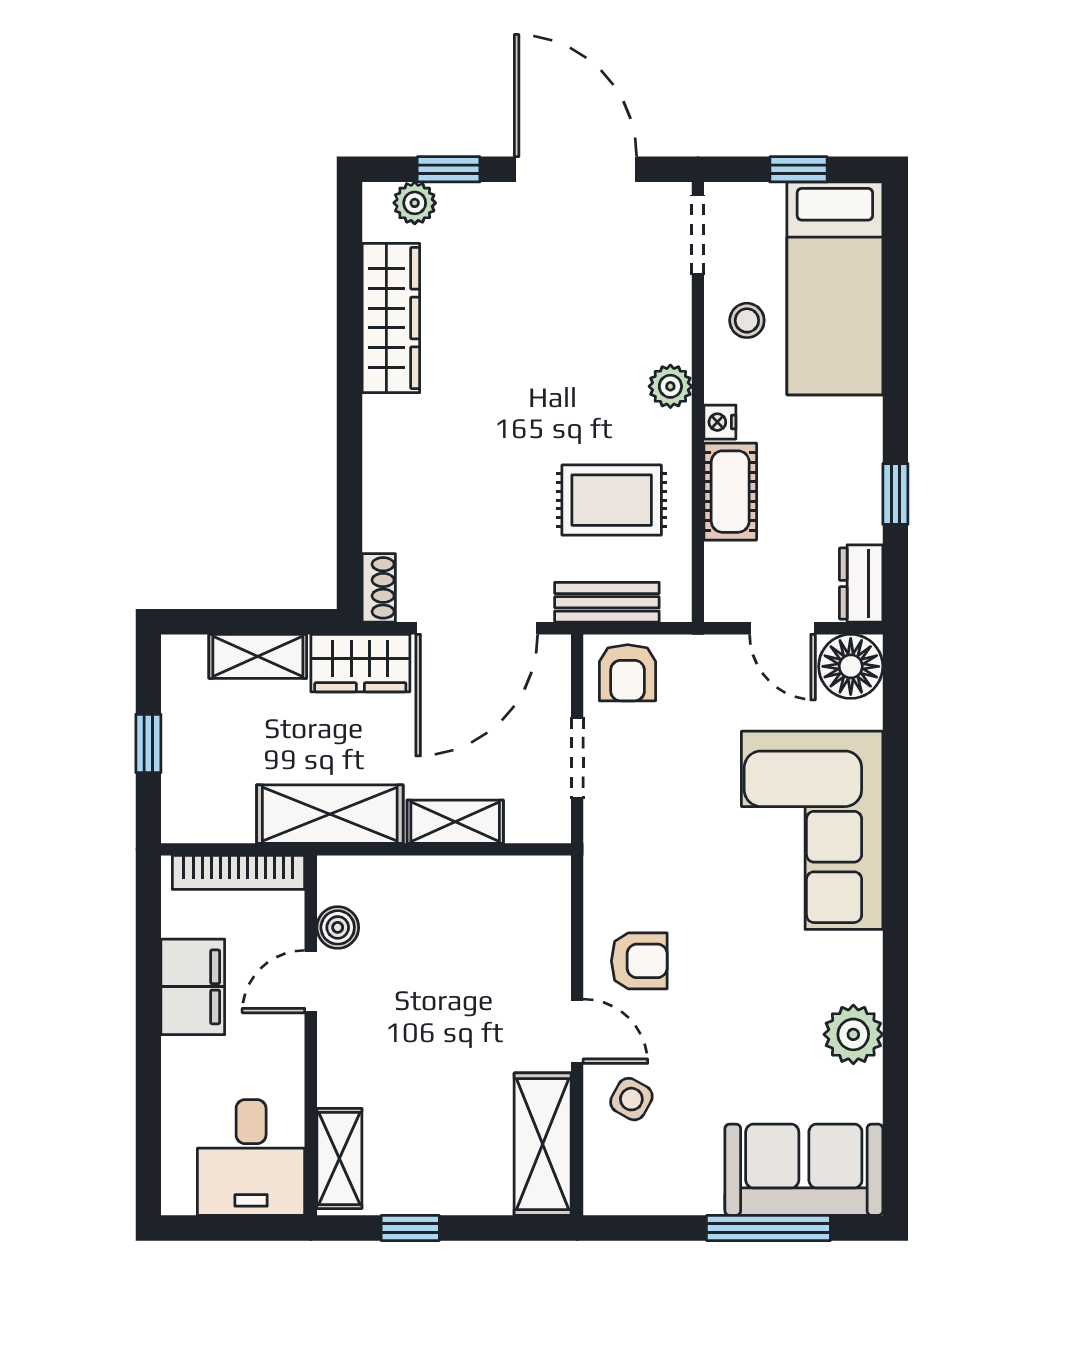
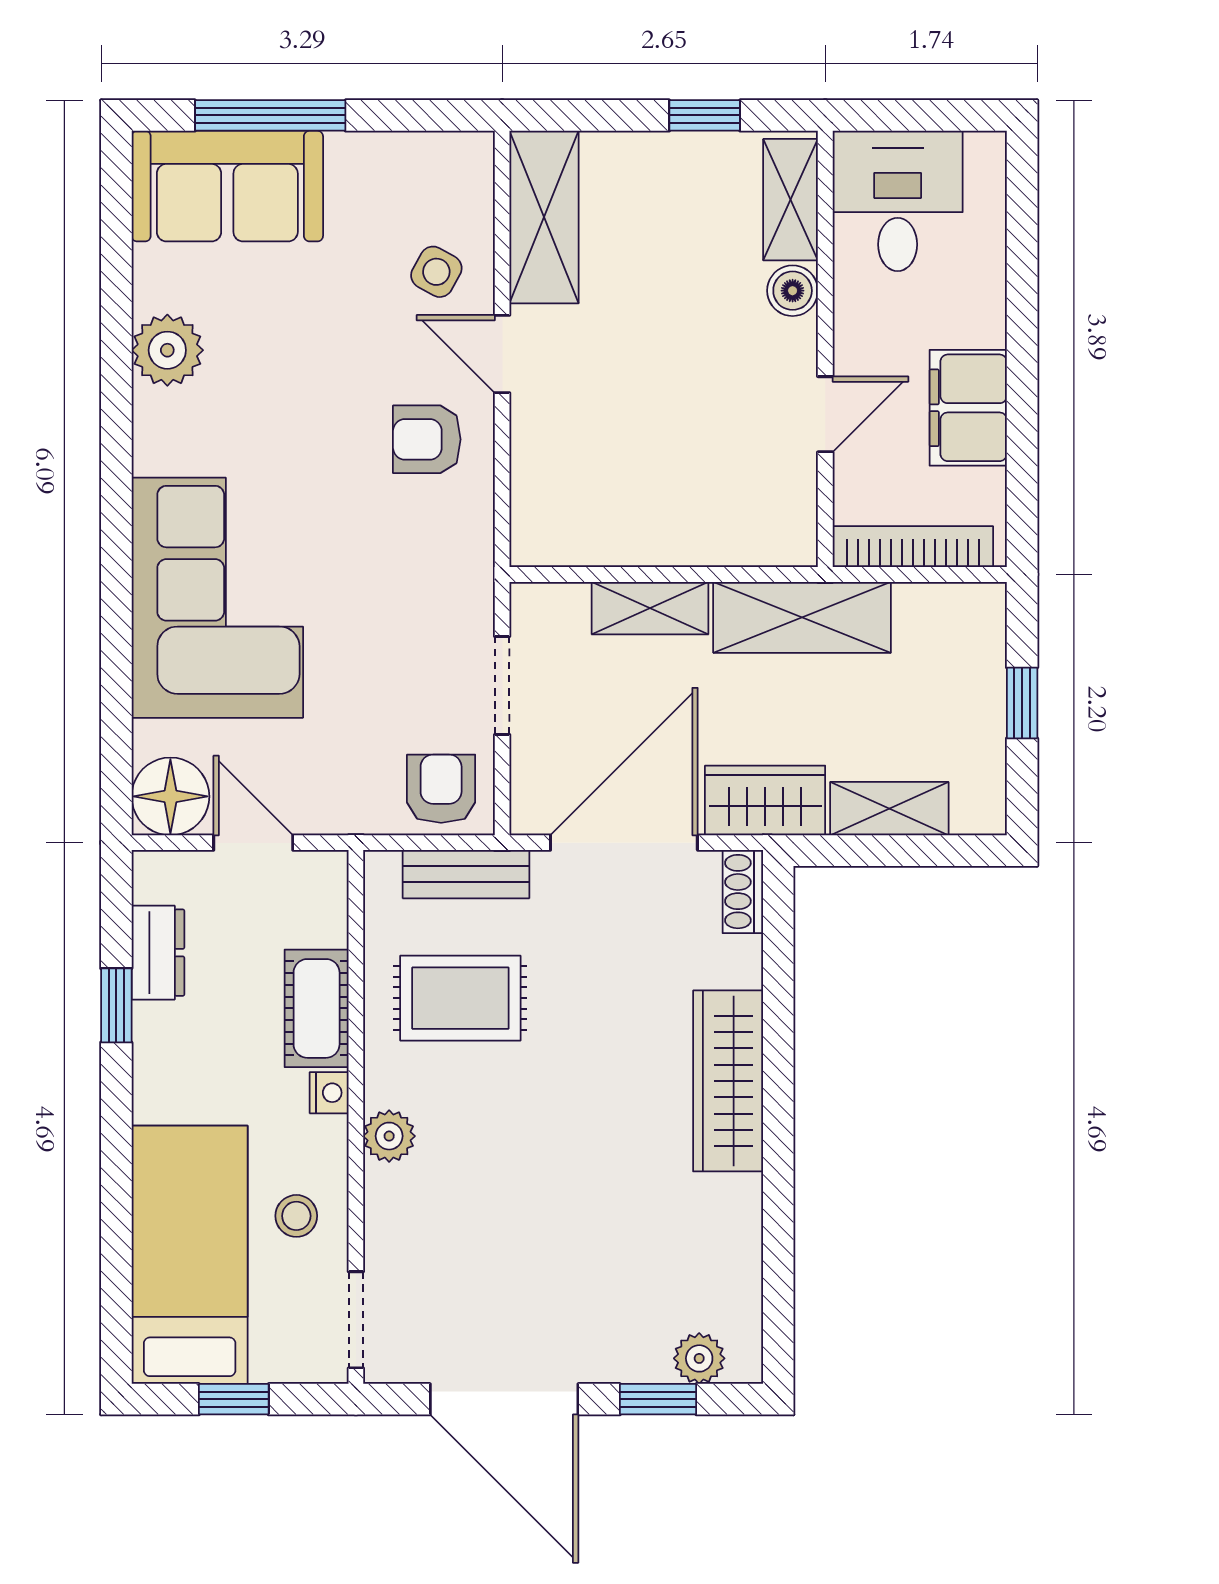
wardrobe: (391, 318) -> (728, 1081), moved
dresser: (861, 584) -> (158, 953), moved
boiler: (338, 927) -> (793, 291), moved

